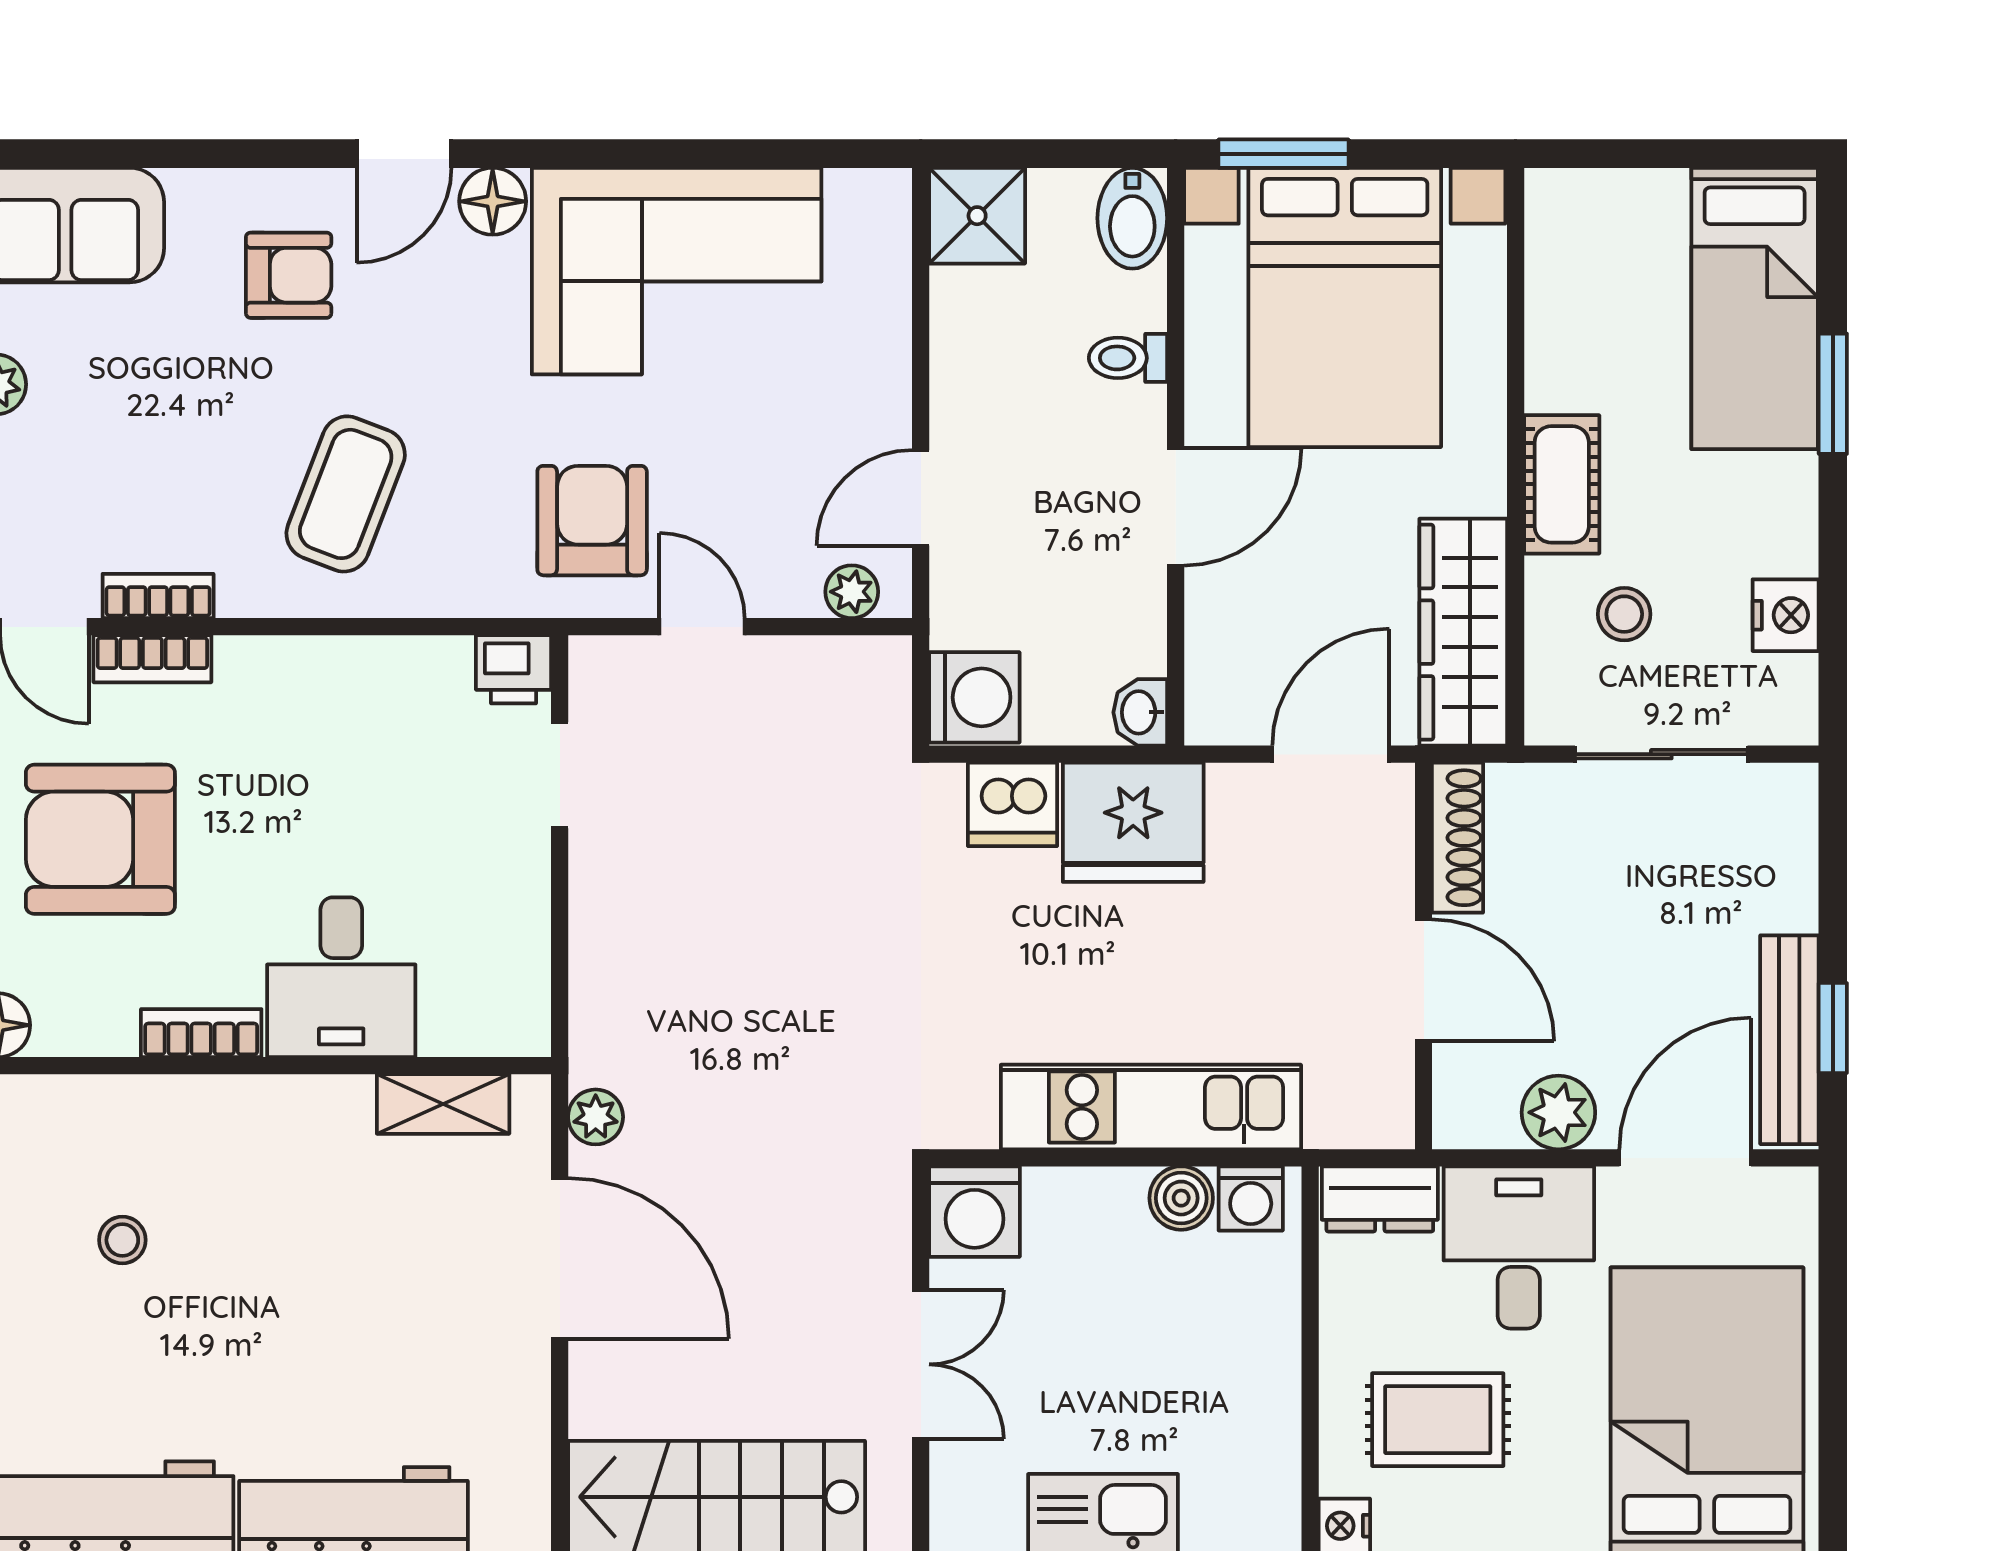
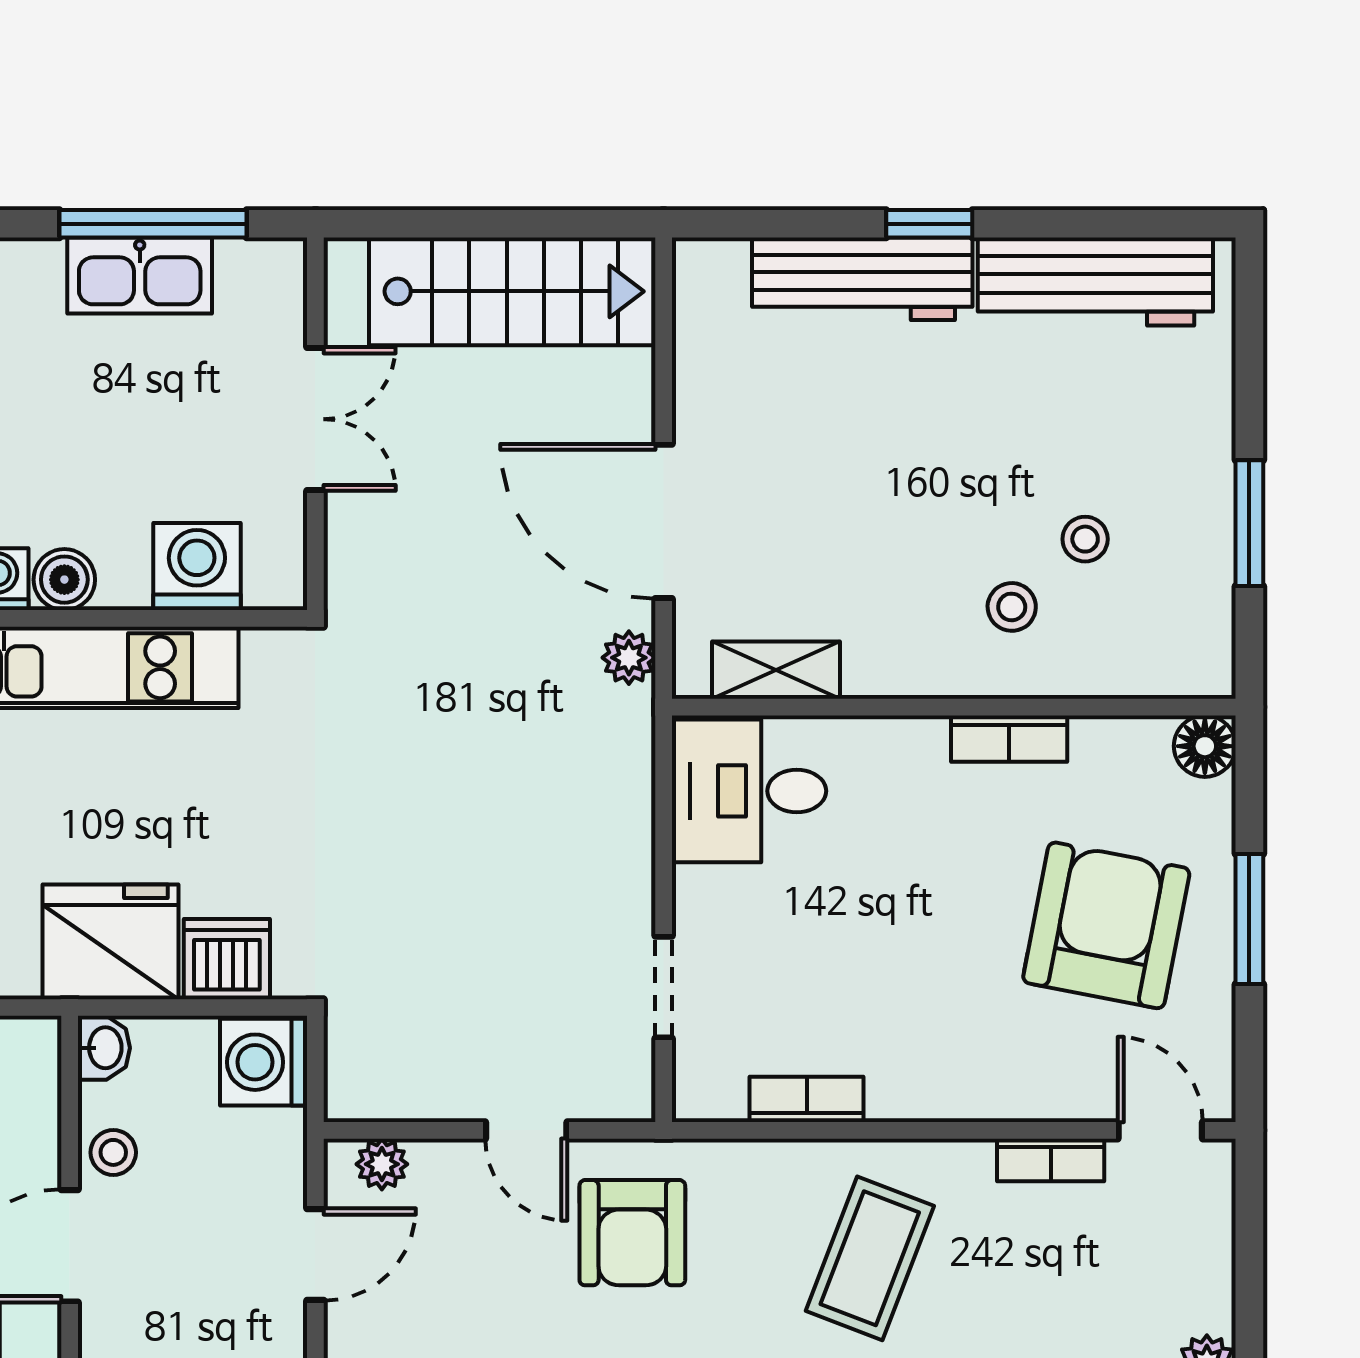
stool: (1130, 604) -> (113, 1152), added
bookcase: (152, 659) -> (807, 1099), moved
printer: (513, 669) -> (708, 1089), removed
armchair: (100, 839) -> (1106, 925), turned -79
desk: (341, 977) -> (749, 791), moved, turned -90
stool: (198, 1170) -> (1012, 607), added
washing machine: (974, 1212) -> (197, 566), moved
double door: (921, 1364) -> (315, 419), swing flipped

